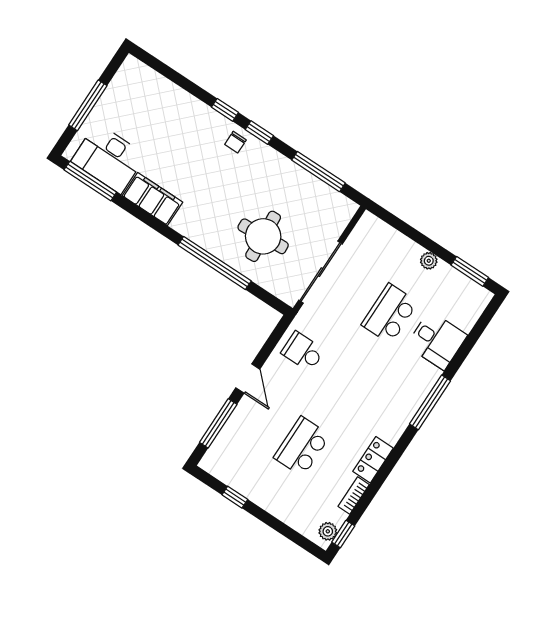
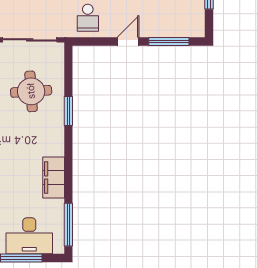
desk: (109, 158) -> (29, 236), moved, turned 90
window: (215, 263) -> (68, 111), width x0.47

